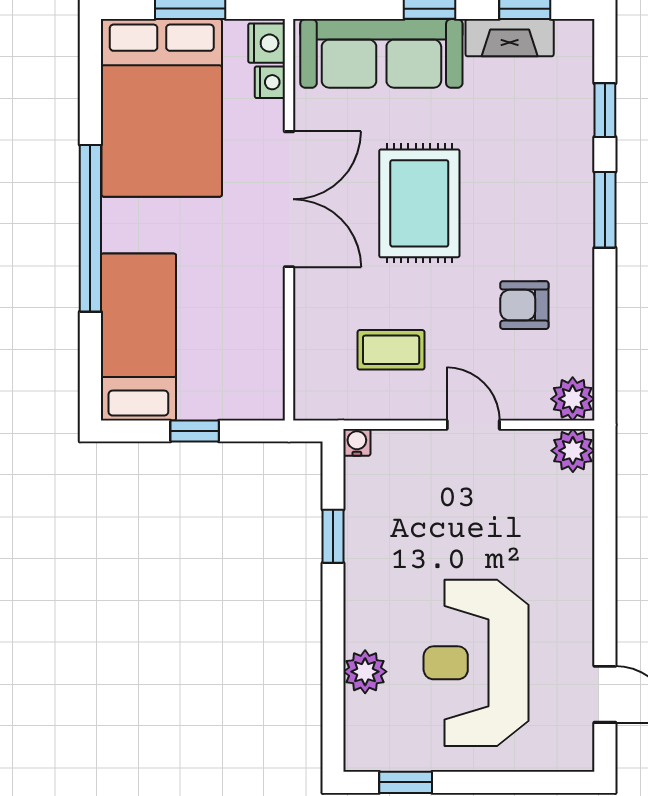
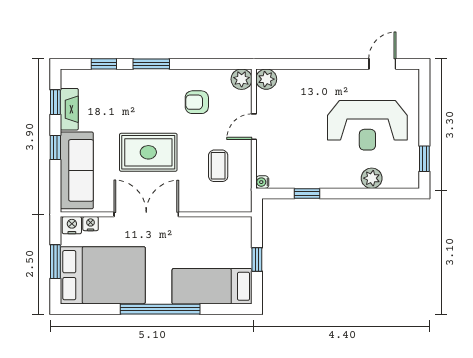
armchair: (524, 305) -> (197, 102), turned 90

